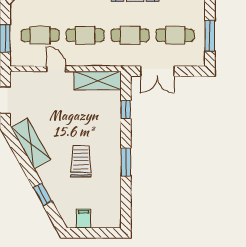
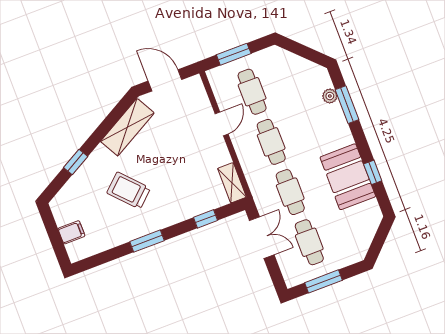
double door: (157, 71) -> (262, 238), swing flipped
shelving: (98, 80) -> (232, 183), width x0.67, depth x0.75
trolley: (81, 161) -> (129, 191), turned -133
filing cabinet: (84, 219) -> (71, 232), moved

